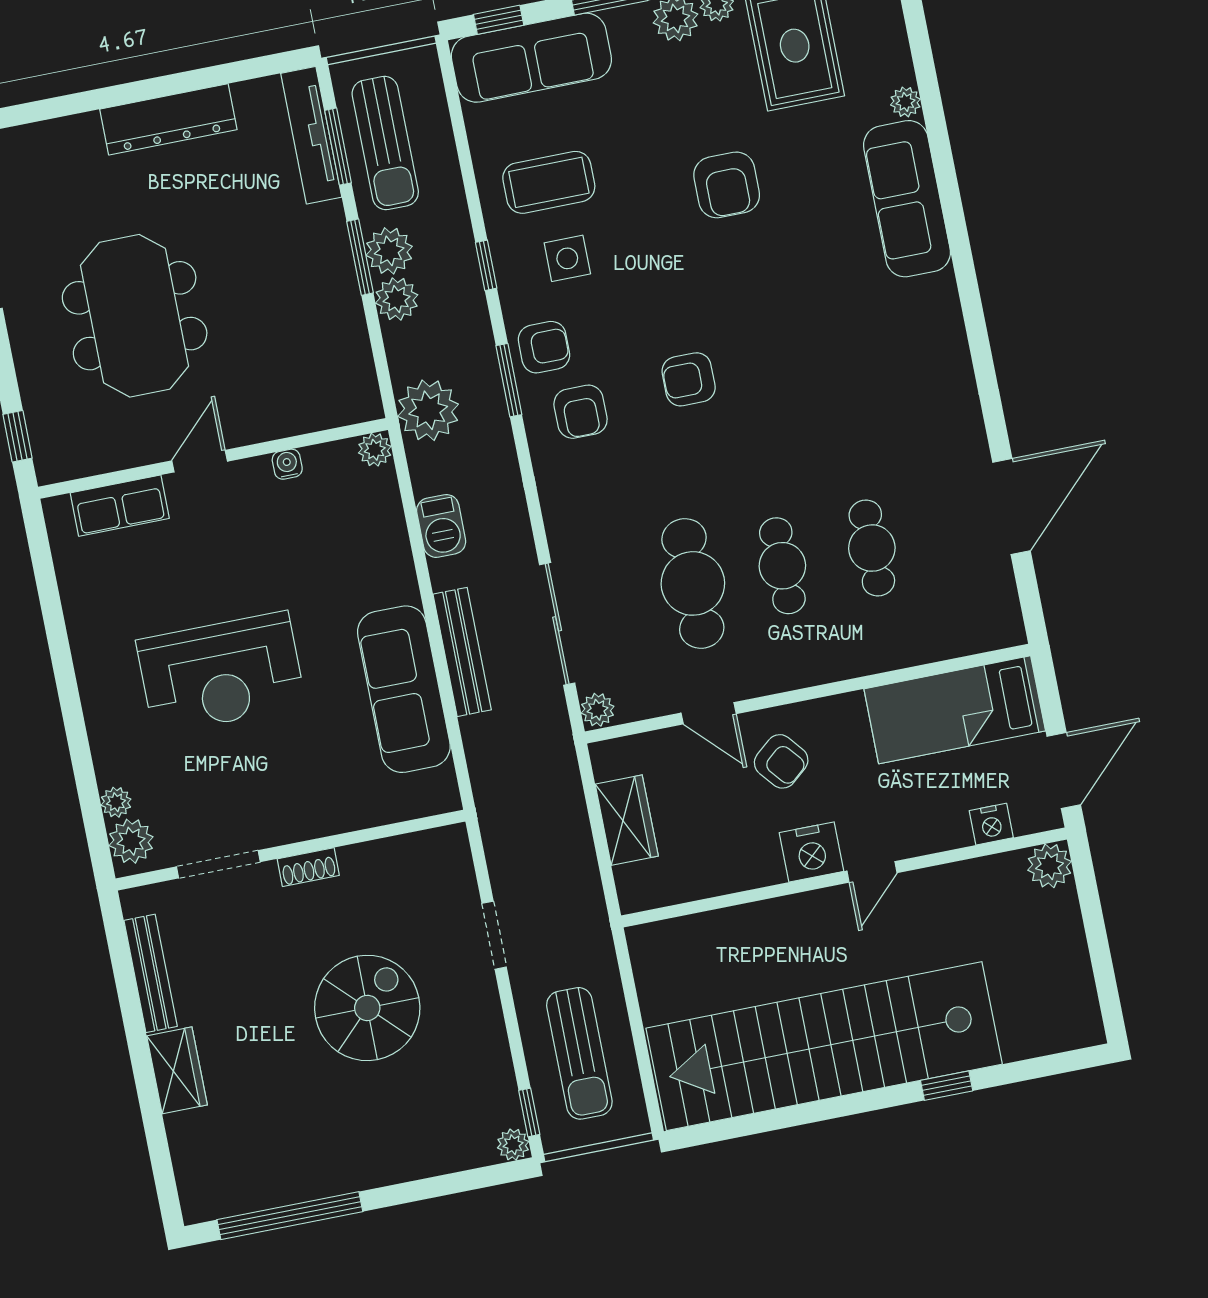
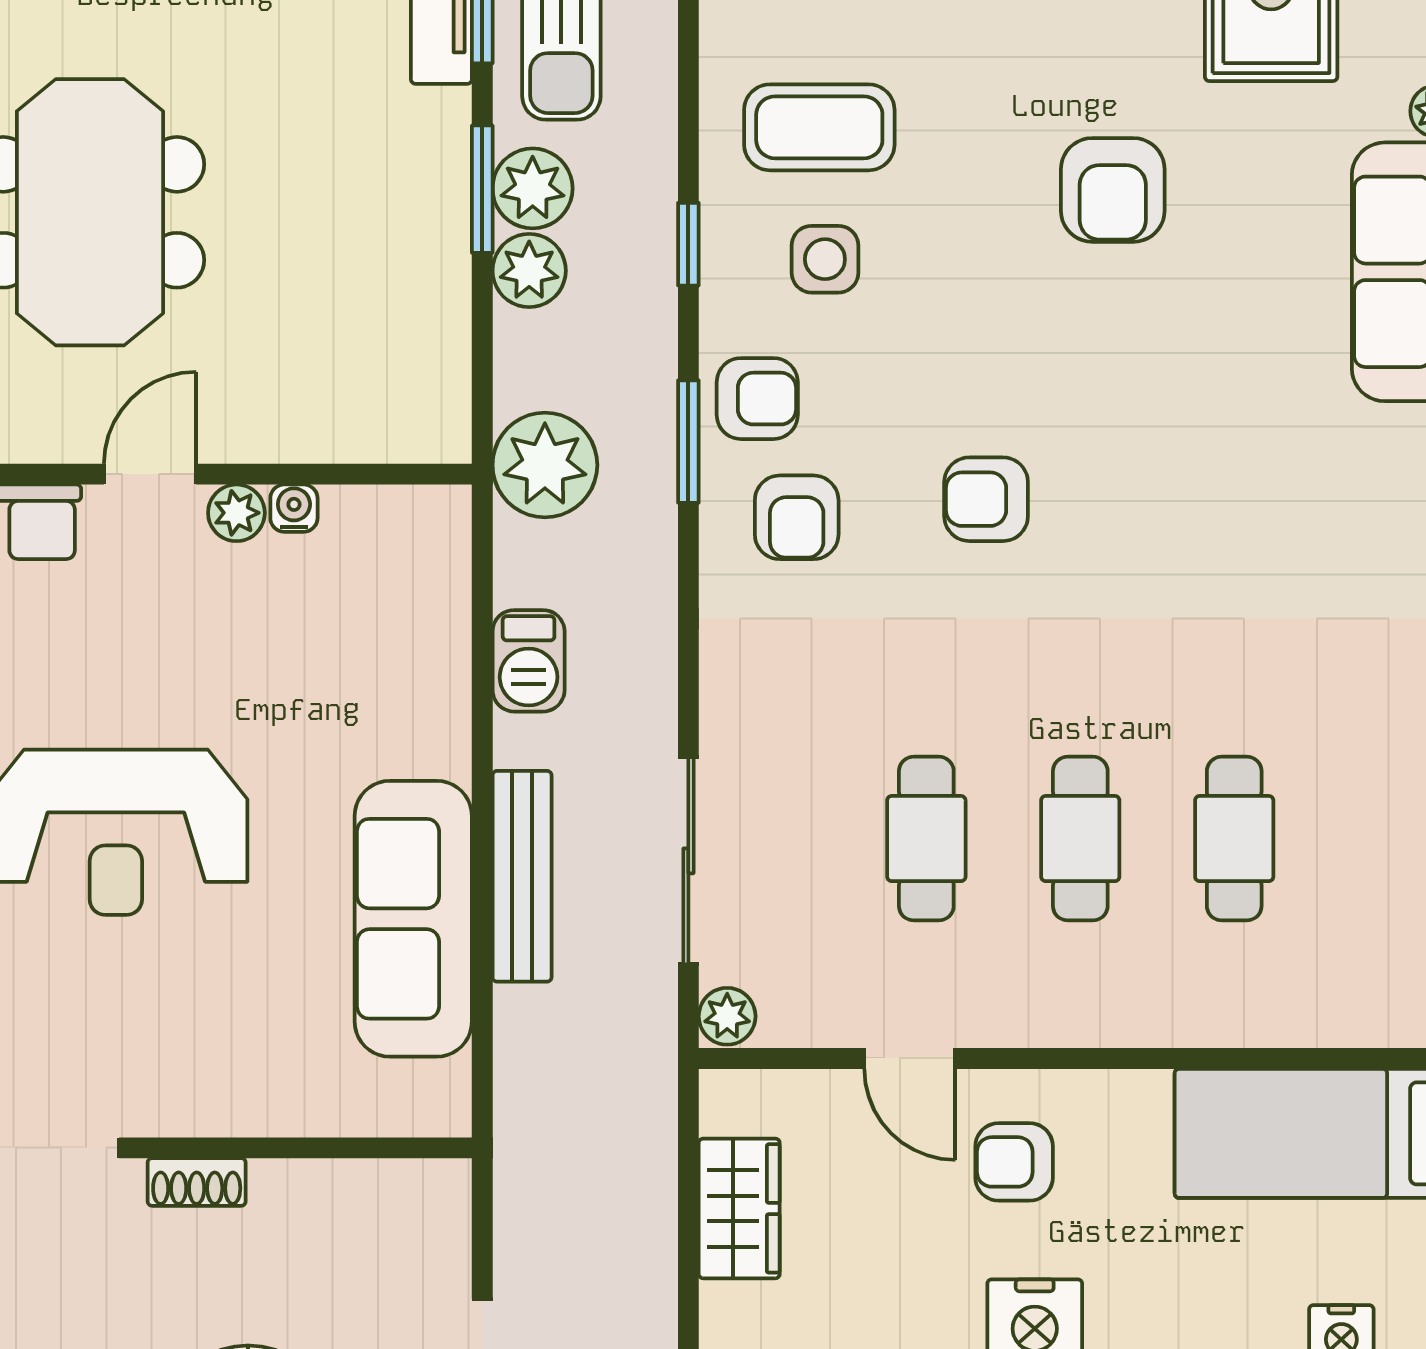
plant: (375, 450) -> (236, 513), moved
cafe table: (693, 583) -> (926, 839), width x0.73, depth x0.74
armchair: (781, 761) -> (1014, 1162), turned 130

